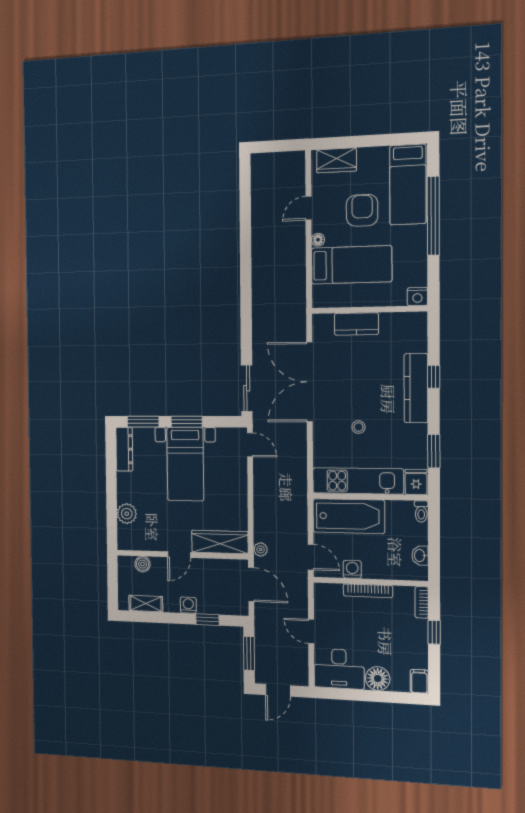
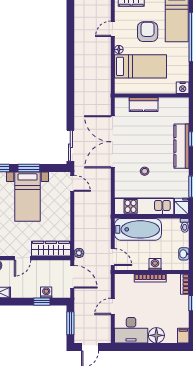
washing machine: (352, 569) -> (155, 264), moved
washing machine: (188, 605) -> (46, 292), moved
door: (311, 631) -> (113, 306), hinge flipped

